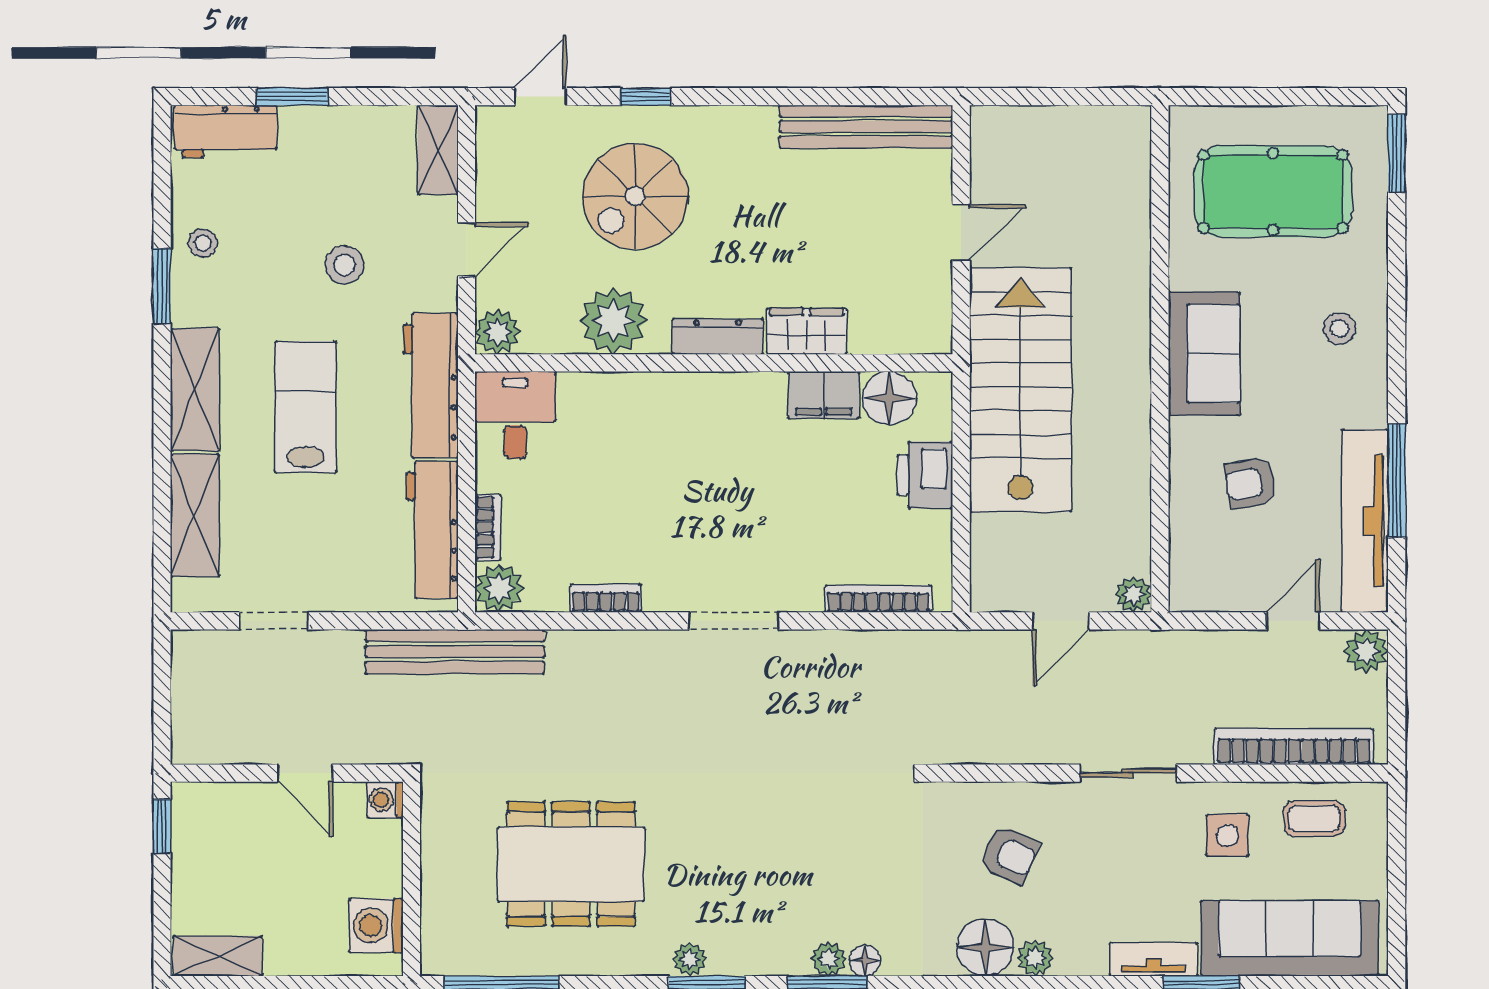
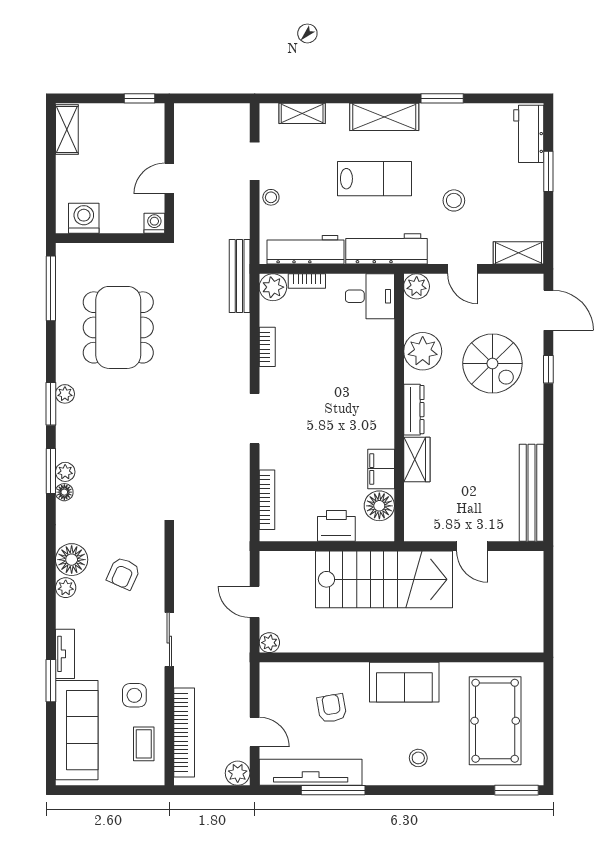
door: (540, 97) -> (548, 310), width x1.38
spiral stairs: (635, 196) -> (492, 363), turned 180
stool: (203, 243) -> (271, 197), moved
shelving: (195, 516) -> (302, 113), width x0.67, depth x0.75
bench: (455, 652) -> (240, 276), width x0.73, depth x0.82

